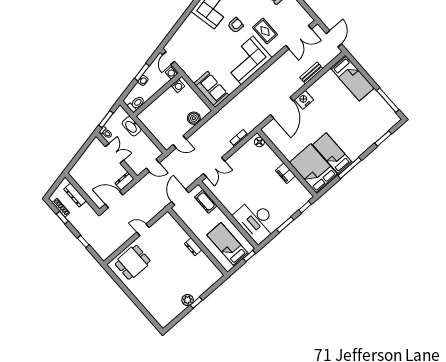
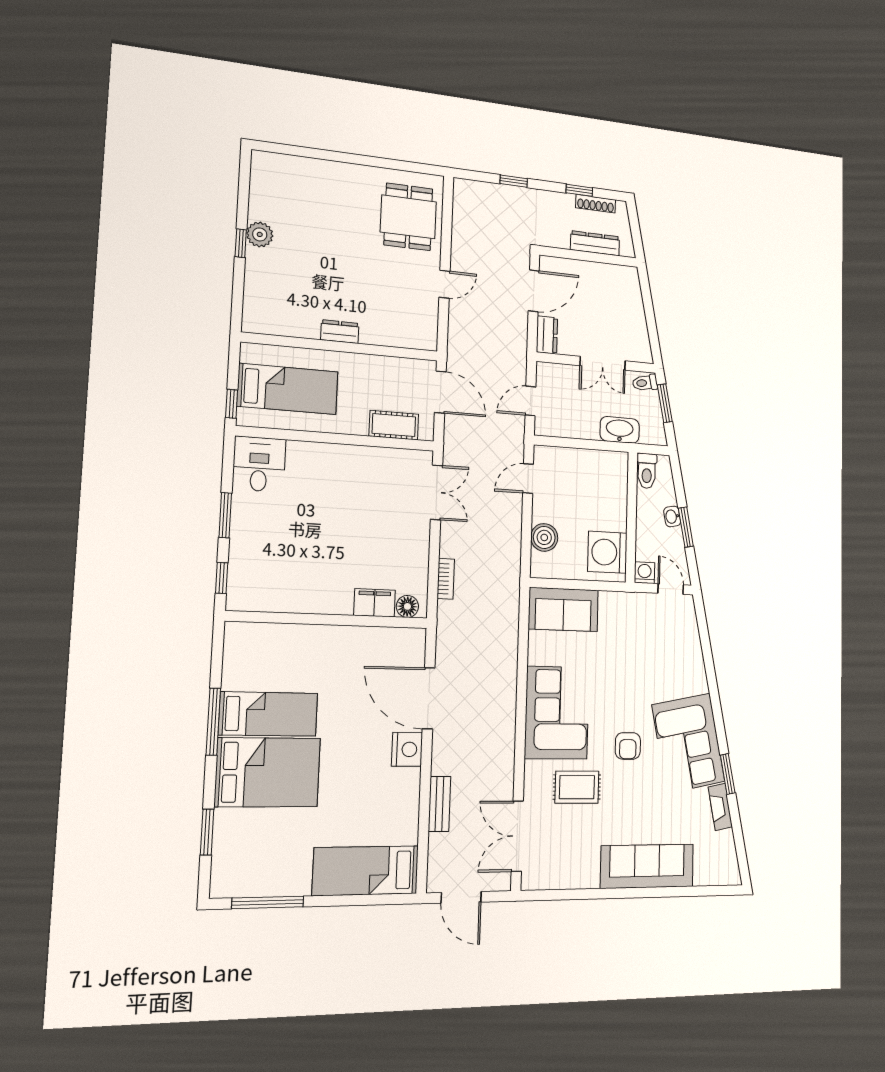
washing machine: (178, 86) -> (607, 552), width x1.89, depth x1.89
double door: (214, 167) -> (437, 492), swing flipped
bed: (314, 169) -> (268, 772), moved
filing cabinet: (285, 173) -> (374, 603), moved
desk: (256, 221) -> (259, 464), width x0.53, depth x0.77

